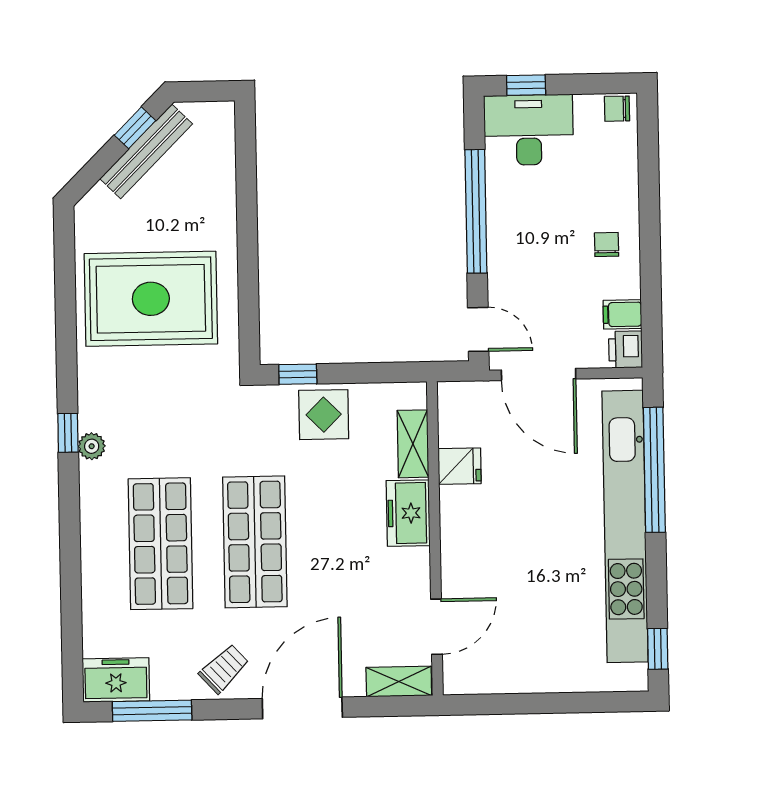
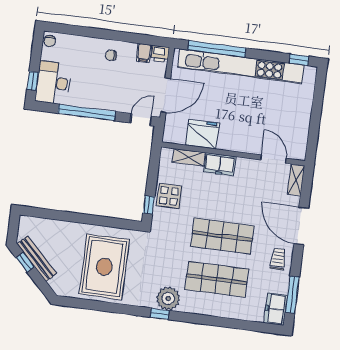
plant: (92, 446) -> (168, 298), width x1.88, depth x1.88
fridge: (460, 466) -> (202, 134), width x1.88, depth x1.34
trolley: (224, 669) -> (278, 259), turned 43

